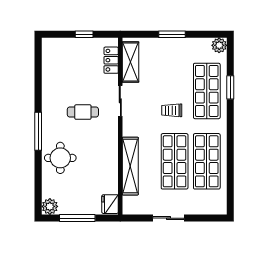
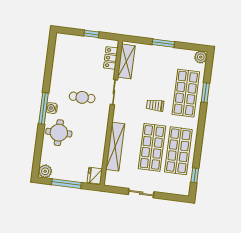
water cooler: (48, 130) -> (52, 108), added
window: (230, 188) -> (195, 175), added

